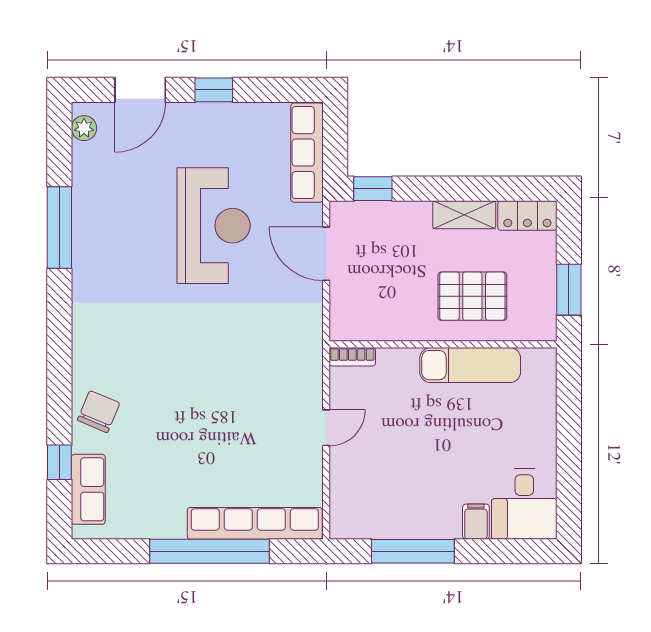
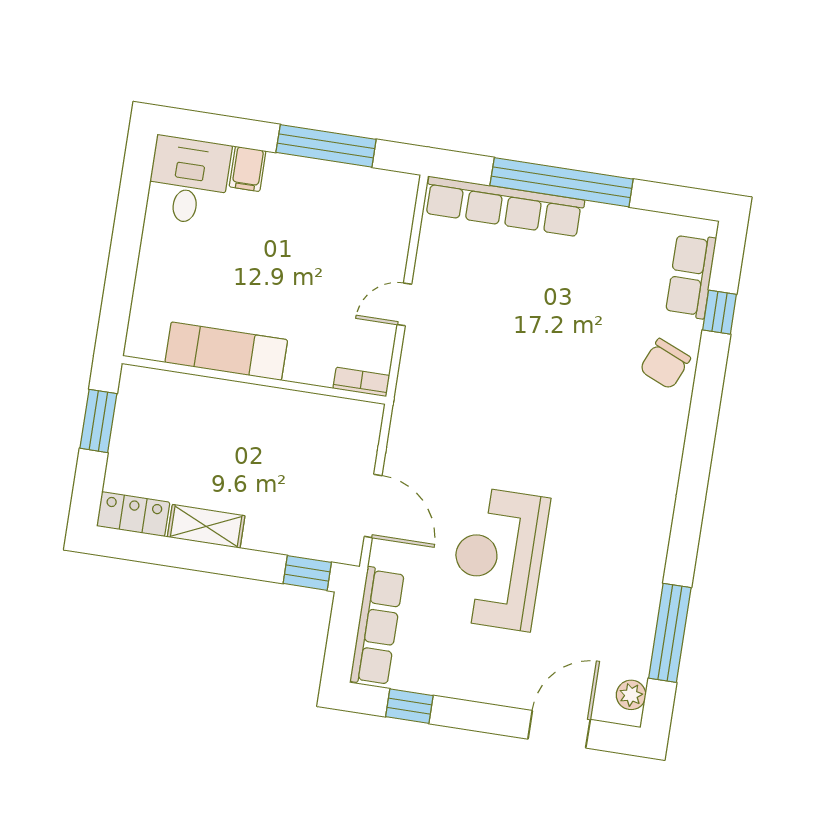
window: (214, 90) -> (409, 706), moved
window: (59, 227) -> (670, 633), moved
pallet: (472, 296) -> (211, 431), removed

